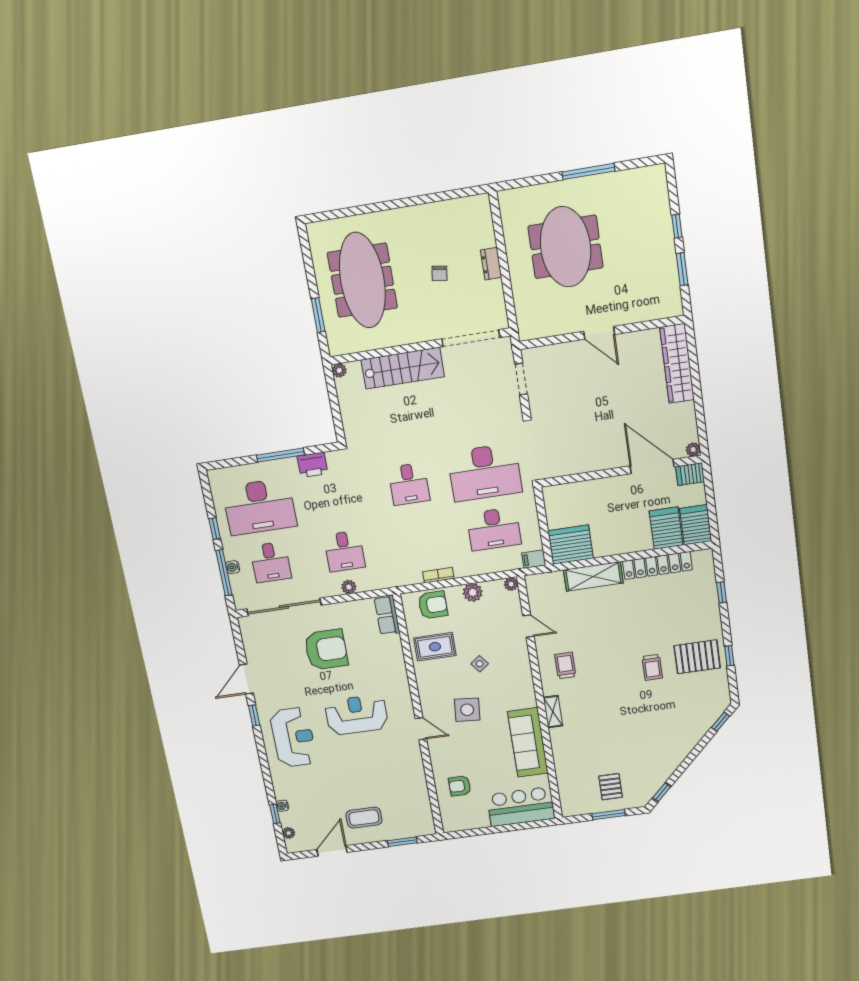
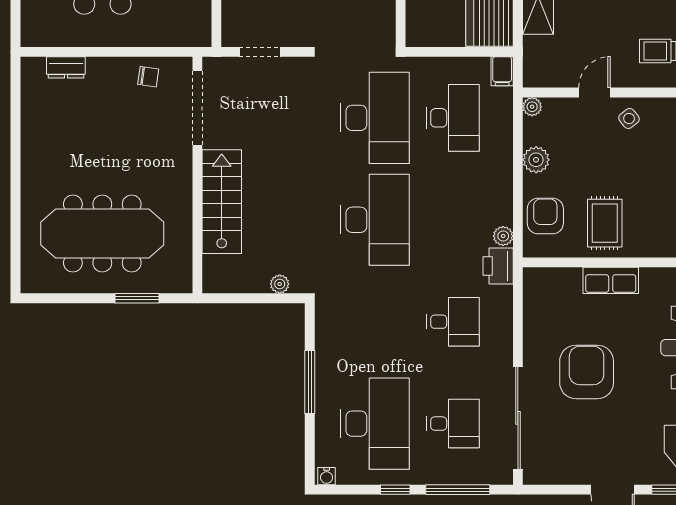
dresser: (491, 264) -> (66, 67), moved
chair: (439, 273) -> (148, 77), moved
plant: (339, 370) -> (280, 284), moved
printer: (312, 465) -> (498, 266), moved, turned 180
desk: (409, 484) -> (375, 220), width x1.87, depth x1.30
water cooler: (233, 567) -> (327, 476), moved
bookcase: (438, 575) -> (505, 202), removed
plant: (349, 587) -> (503, 236), moved
row of seats: (387, 615) -> (611, 280), moved
side table: (480, 664) -> (629, 118), moved

